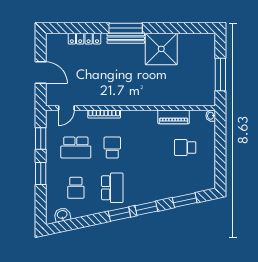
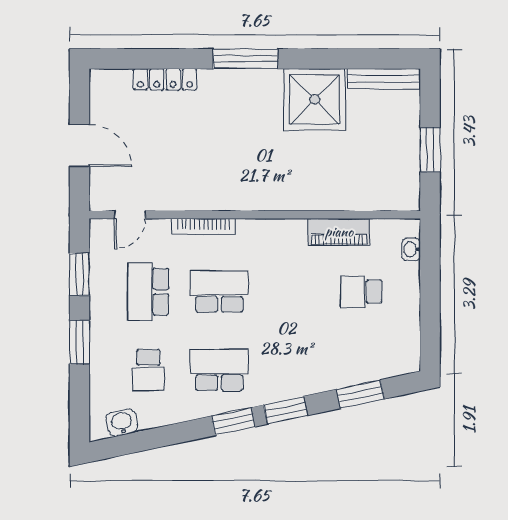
bench: (126, 38) -> (384, 79), moved
window: (220, 75) -> (430, 149), width x0.69
washbasin: (211, 116) -> (411, 249), moved
school desk: (76, 148) -> (148, 292), turned 90
school desk: (112, 148) -> (219, 292), width x1.85
school desk: (112, 188) -> (219, 370), turned -90

